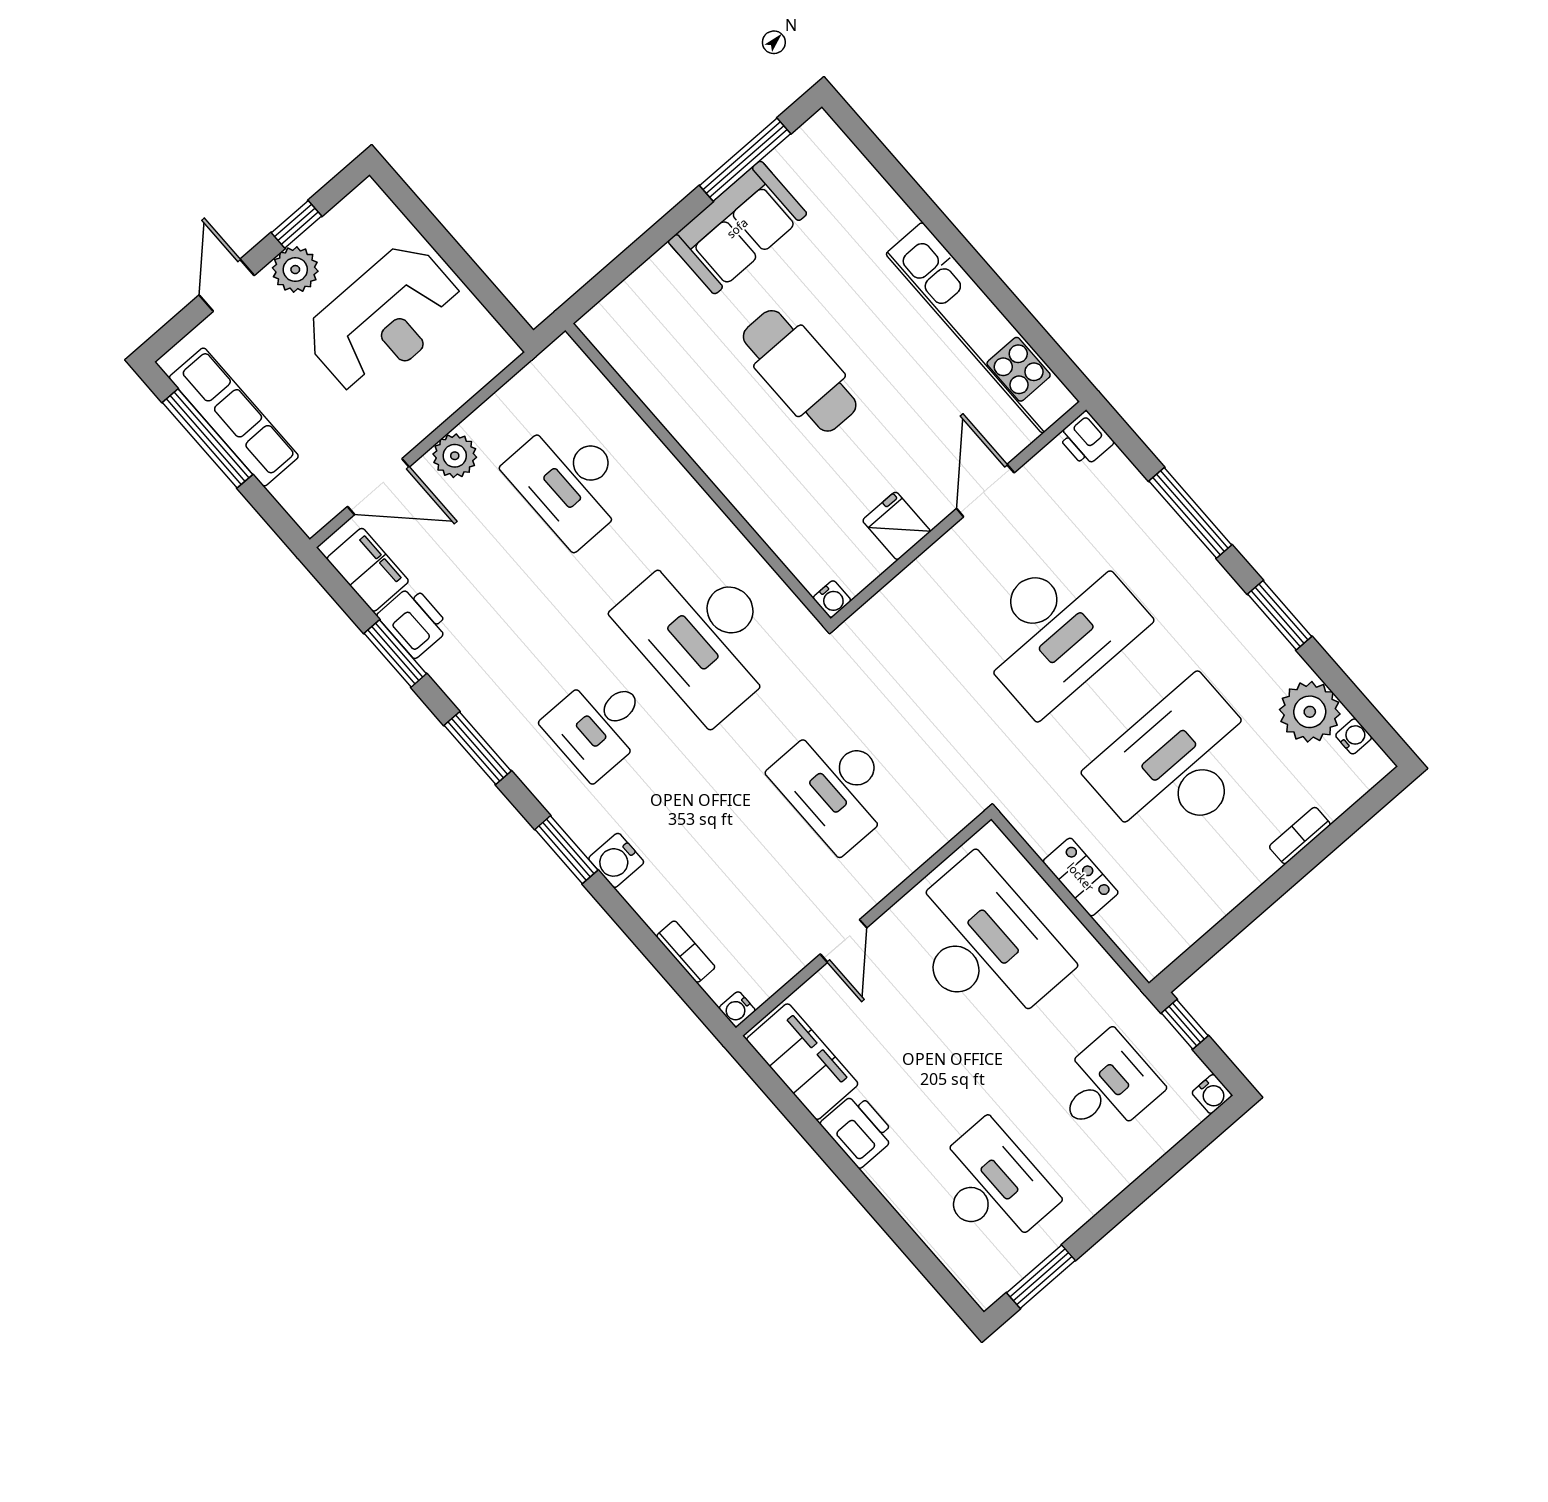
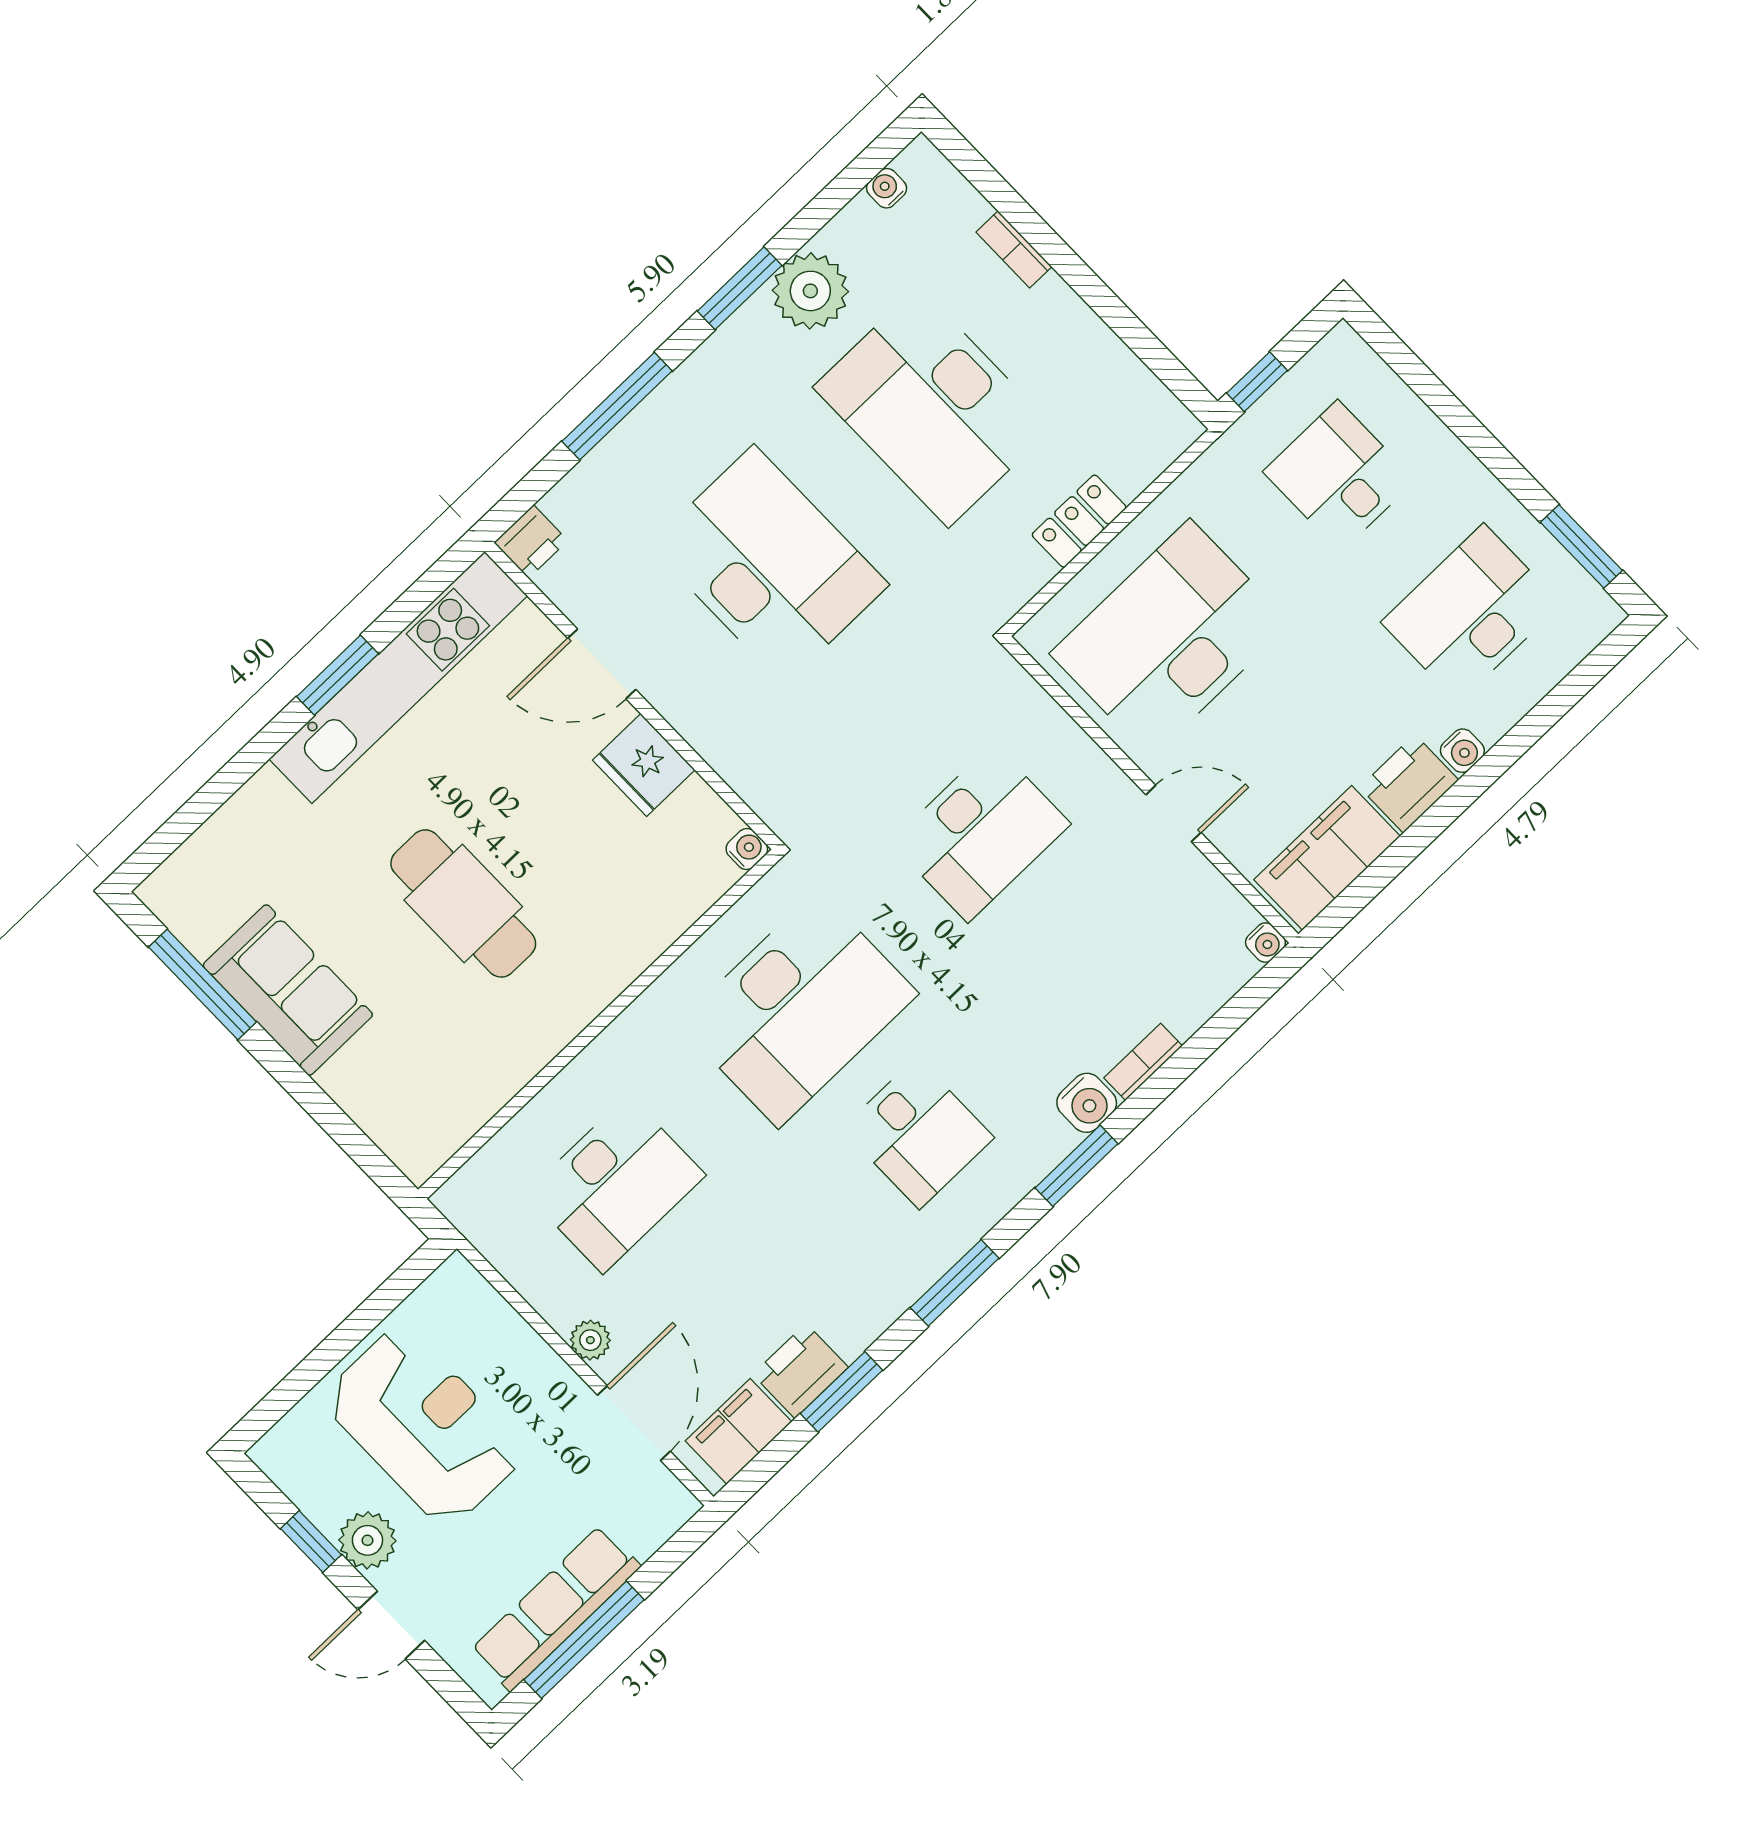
window: (987, 279) -> (337, 675), added
cafe table: (800, 371) -> (463, 903), turned 90
plant: (455, 456) -> (590, 1340), width x0.73, depth x0.73
fridge: (896, 526) -> (644, 765), width x1.38
plant: (1310, 712) -> (810, 291), moved
bookcase: (686, 952) -> (1143, 1062), moved
water cooler: (1212, 1094) -> (1462, 751), moved, turned 90

